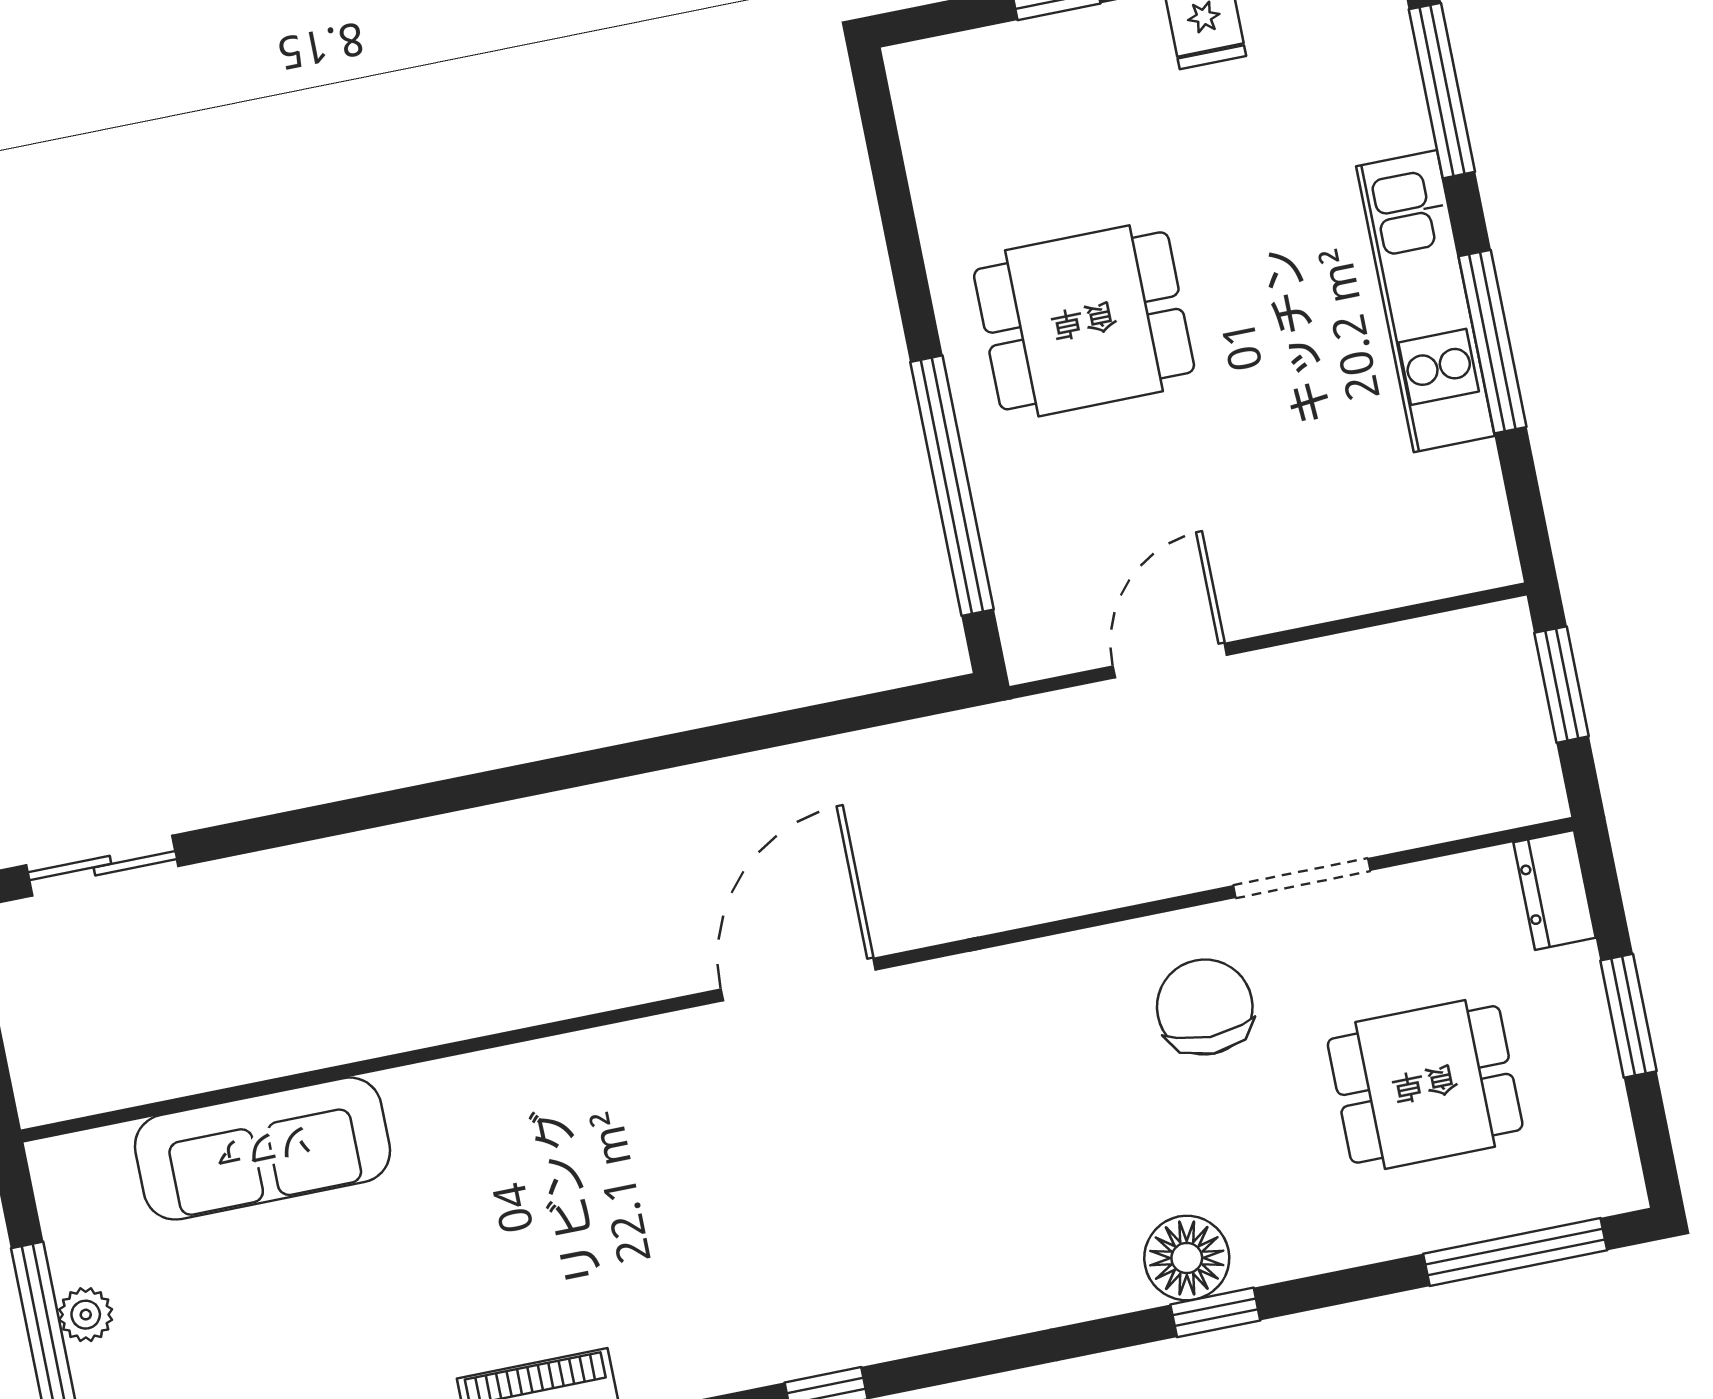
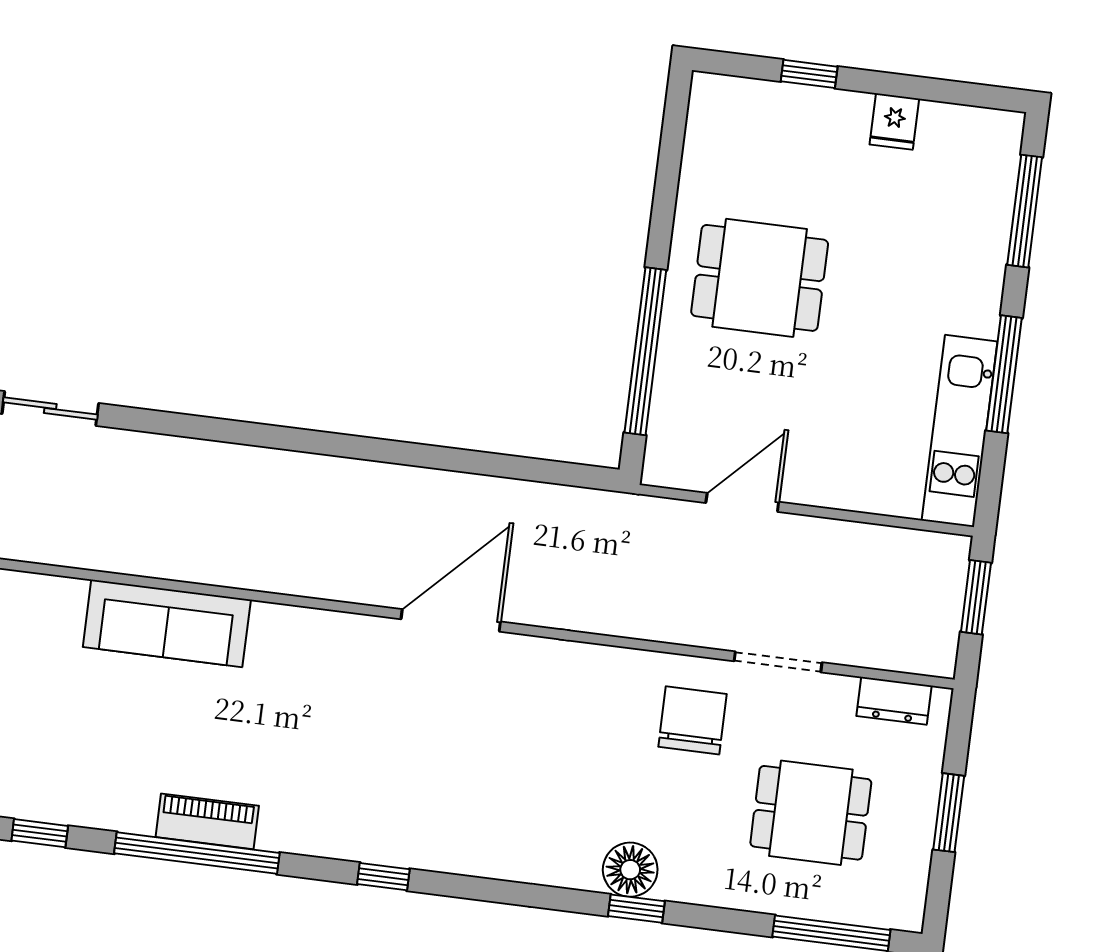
kitchen unit: (1425, 301) -> (960, 431), moved
dresser: (1554, 890) -> (894, 701), moved, turned -90
sofa: (262, 1149) -> (167, 623), moved

